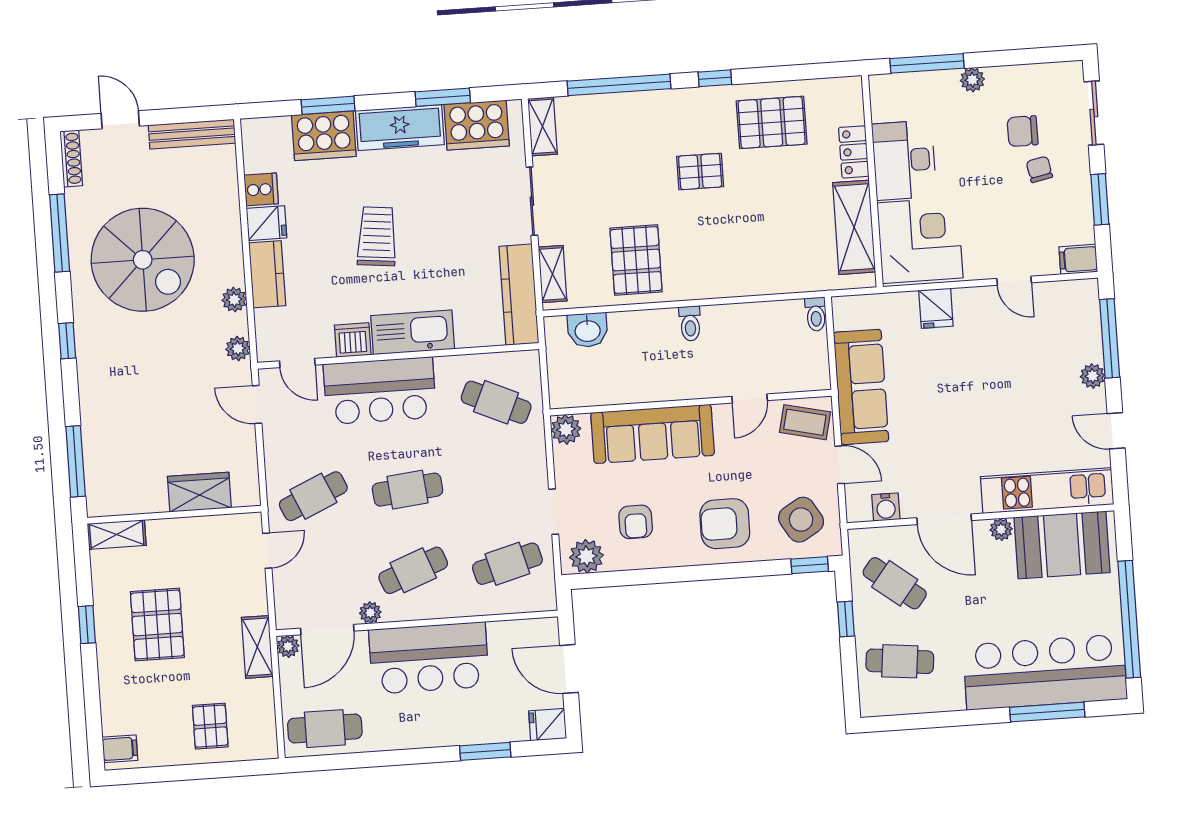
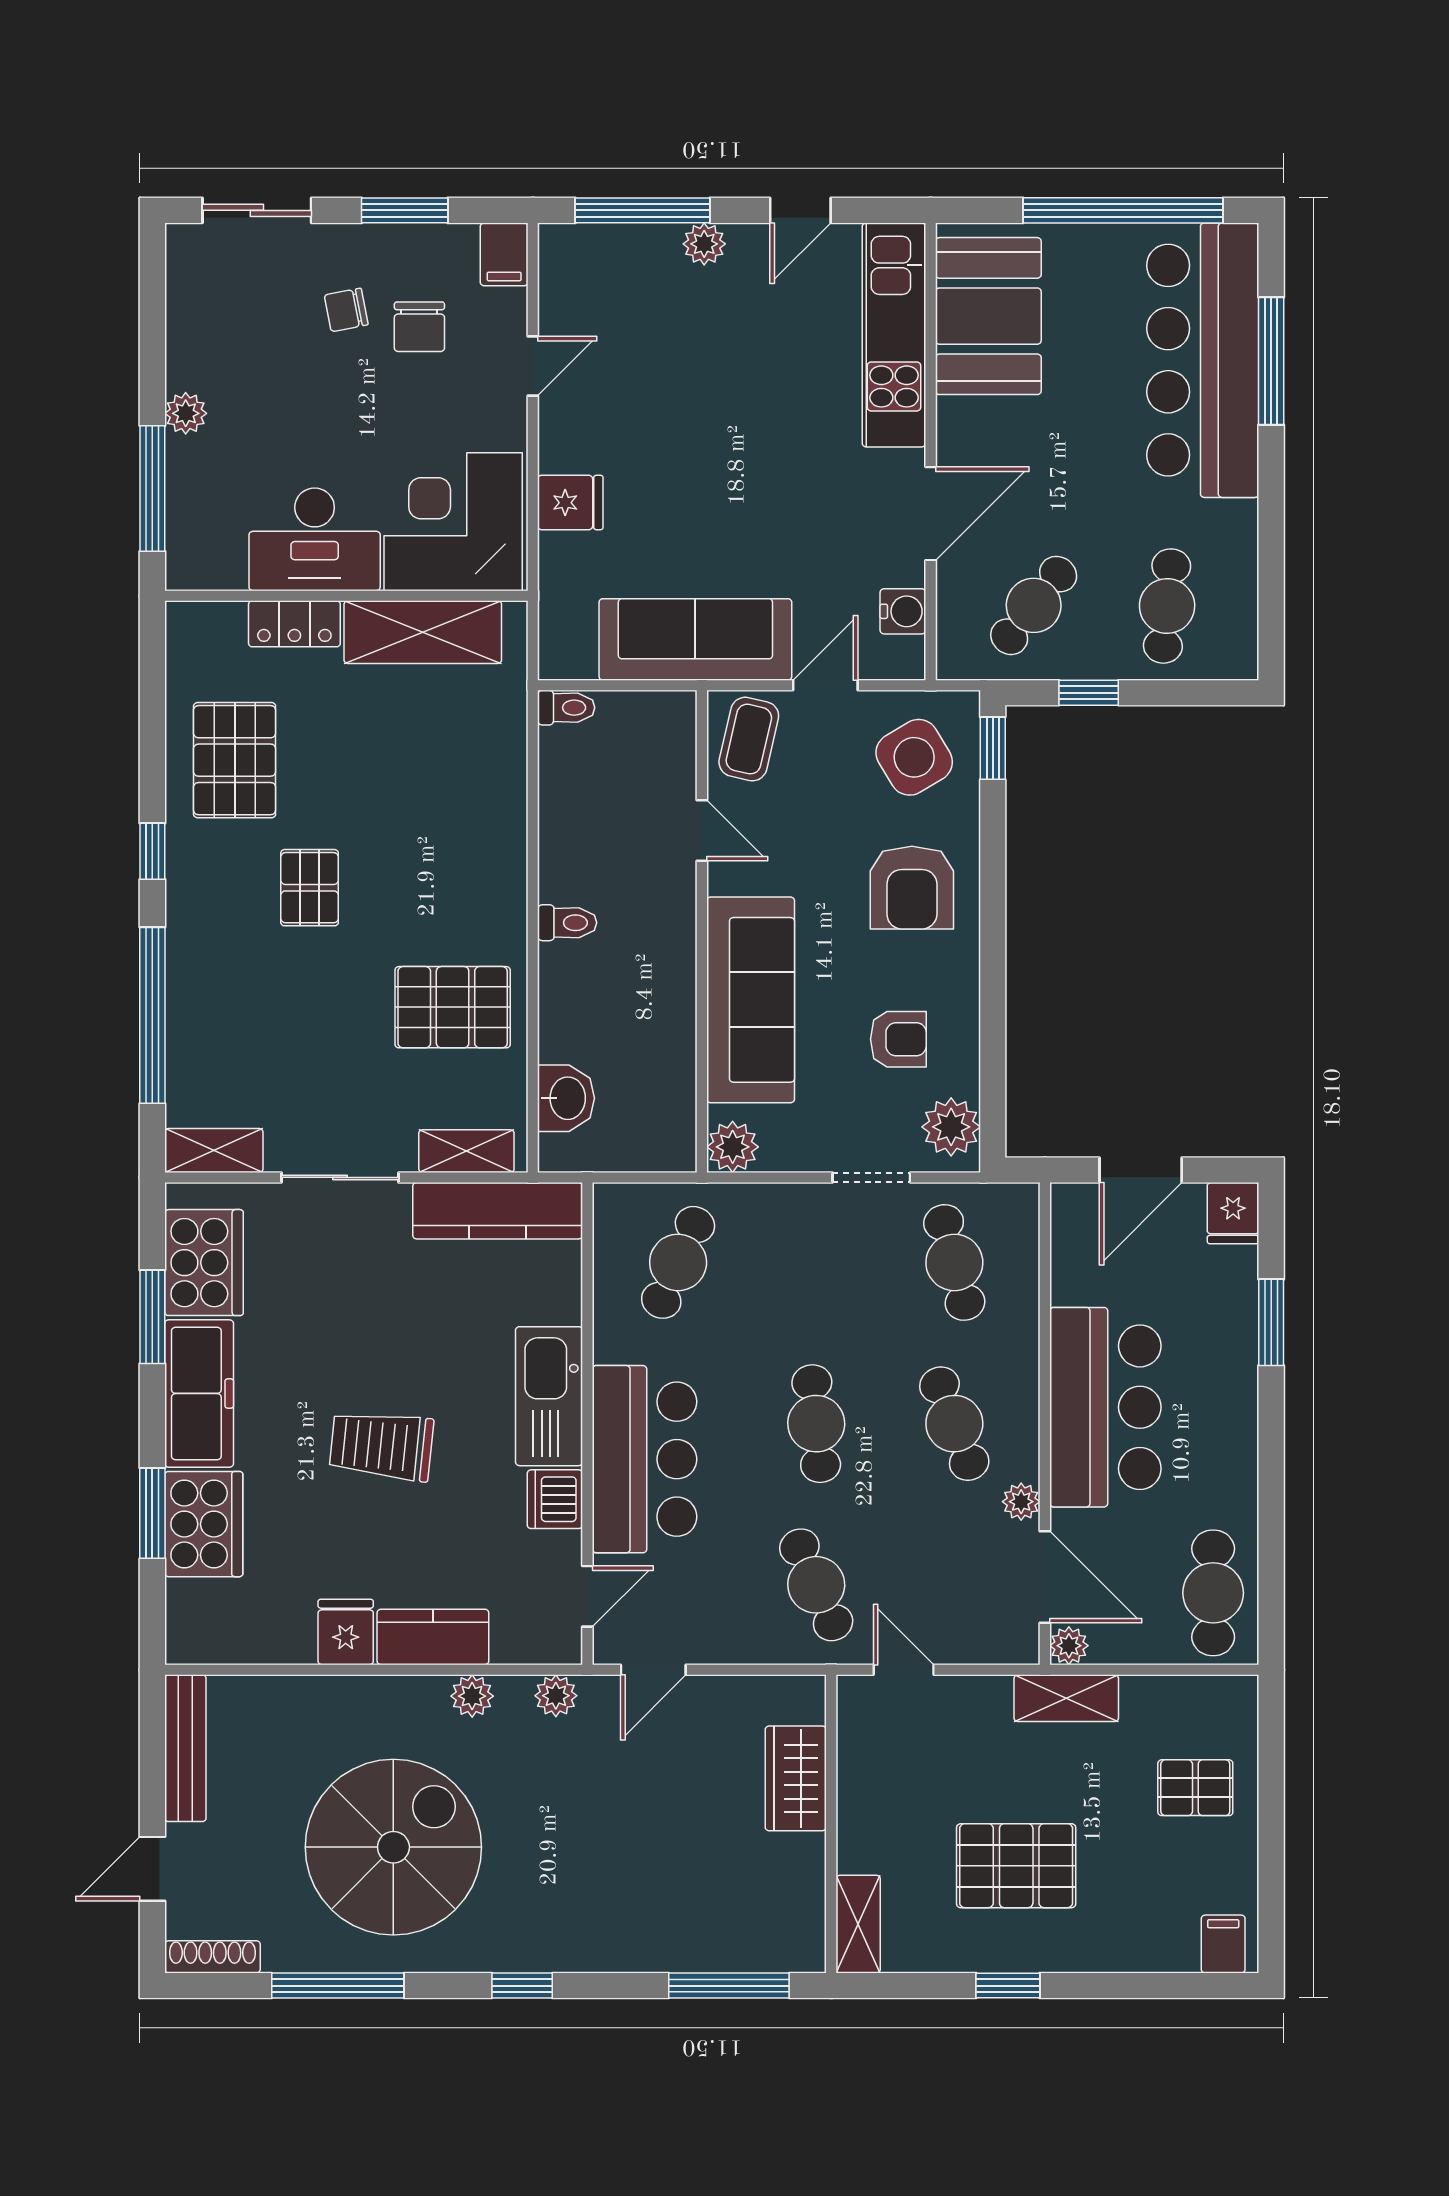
chair: (1023, 131) -> (419, 327), moved
cooker: (261, 189) -> (288, 1637), removed
plant: (1001, 529) -> (955, 418), removed

